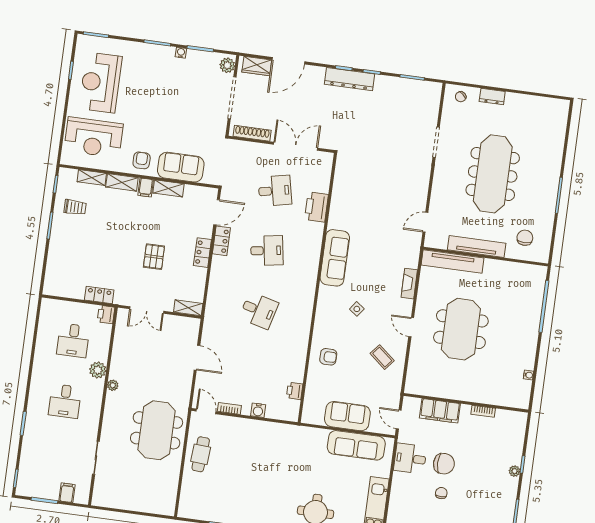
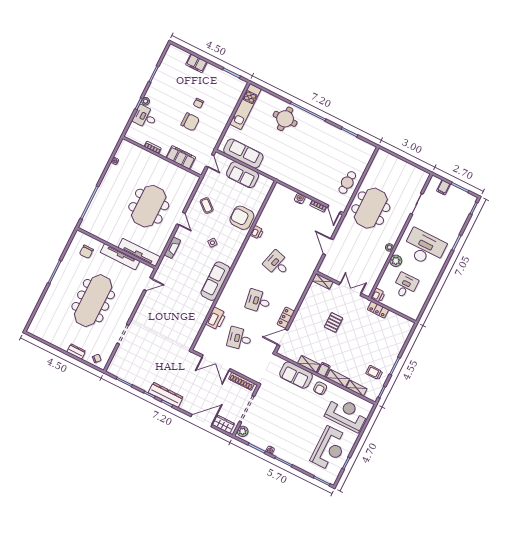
locker: (202, 253) -> (301, 314), removed
armchair: (328, 357) -> (242, 218), width x1.88, depth x1.88
printer: (295, 391) -> (257, 232), moved
desk: (65, 401) -> (424, 248), width x1.87, depth x1.30
desk: (410, 458) -> (145, 117), moved, turned 180
chair: (444, 464) -> (190, 122), turned 180

